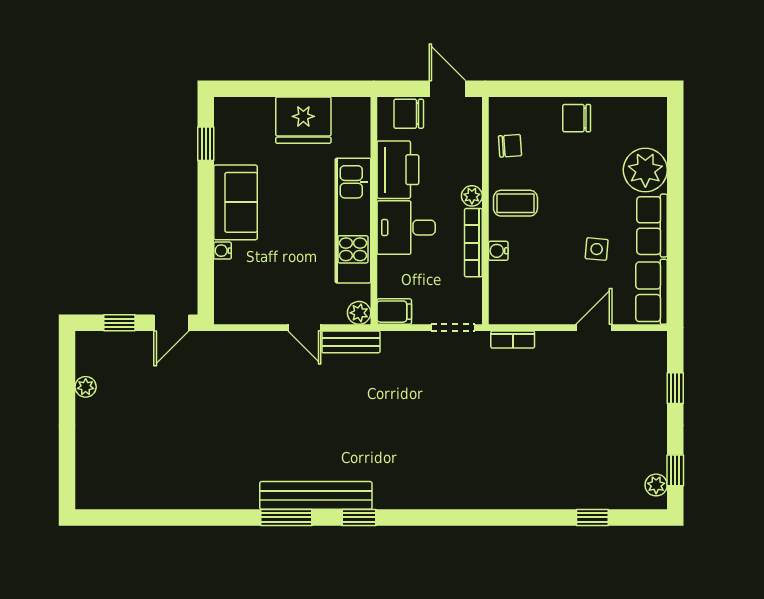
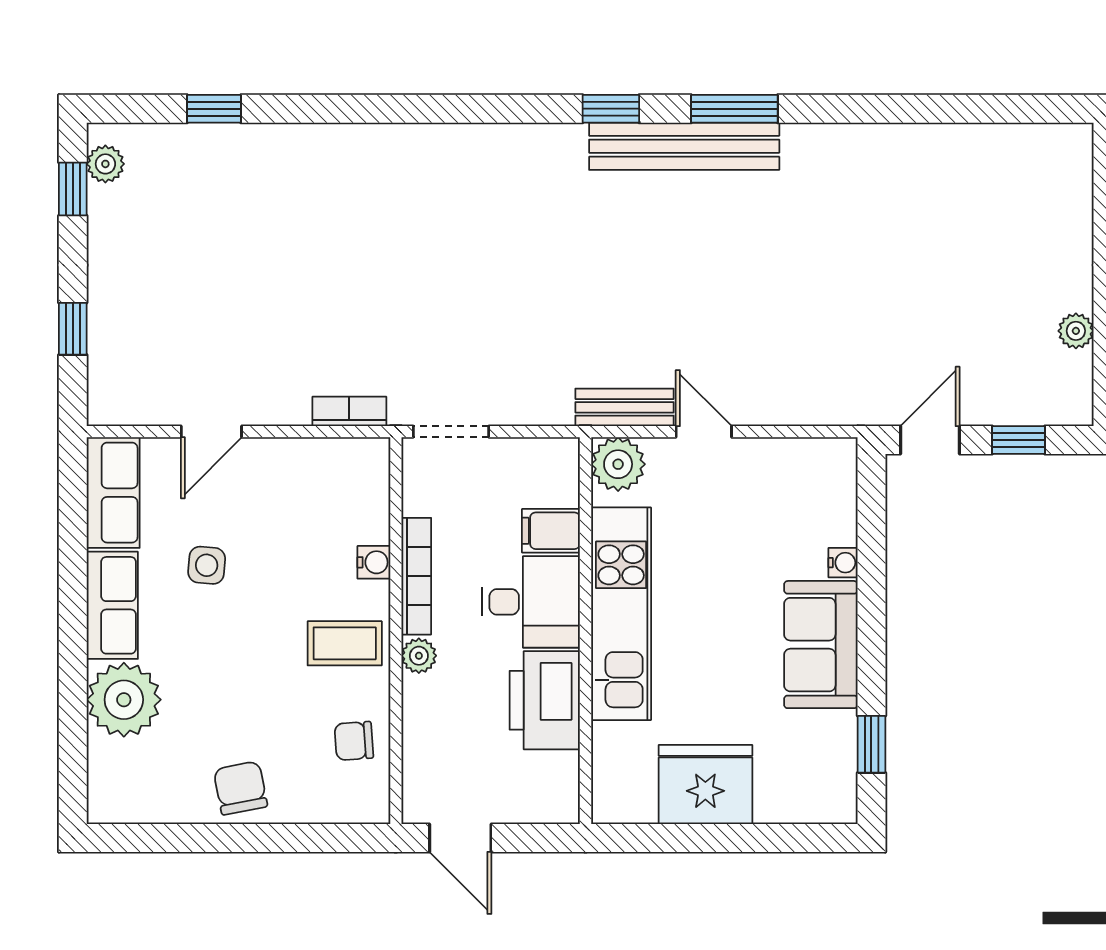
chair: (409, 114) -> (526, 795), removed
chair: (577, 118) -> (240, 788), turned -101
filing cabinet: (394, 312) -> (551, 531), moved
plant: (359, 313) -> (618, 464), width x1.38, depth x1.38

